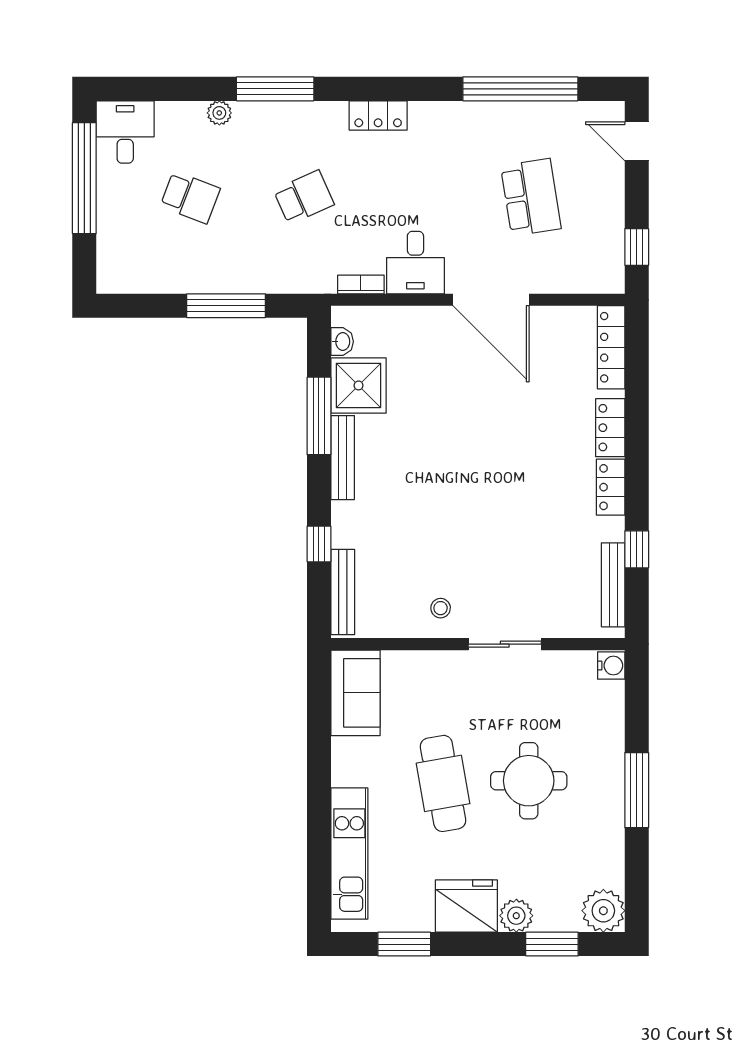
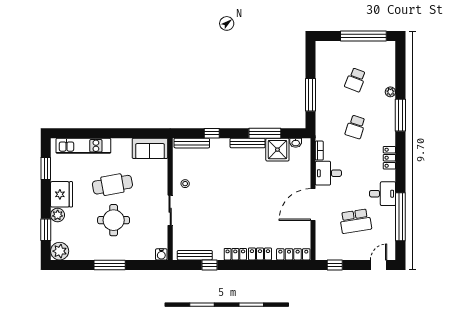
desk: (125, 132) -> (383, 194), moved
school desk: (304, 197) -> (355, 127), turned 42

